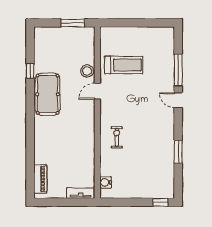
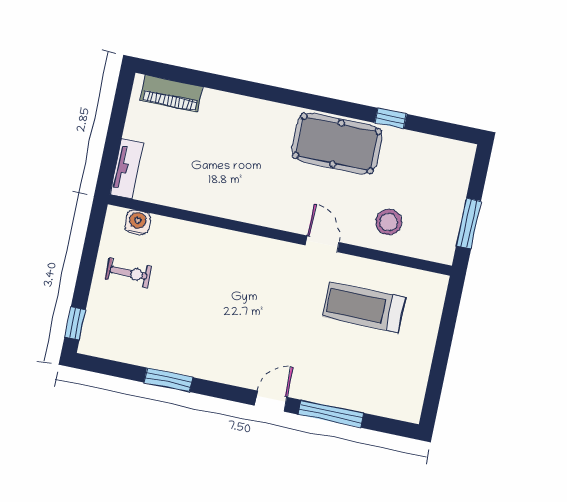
treadmill: (124, 65) -> (364, 307), turned 90
stool: (87, 71) -> (389, 222), moved
exercise bike: (117, 137) -> (128, 273), moved

